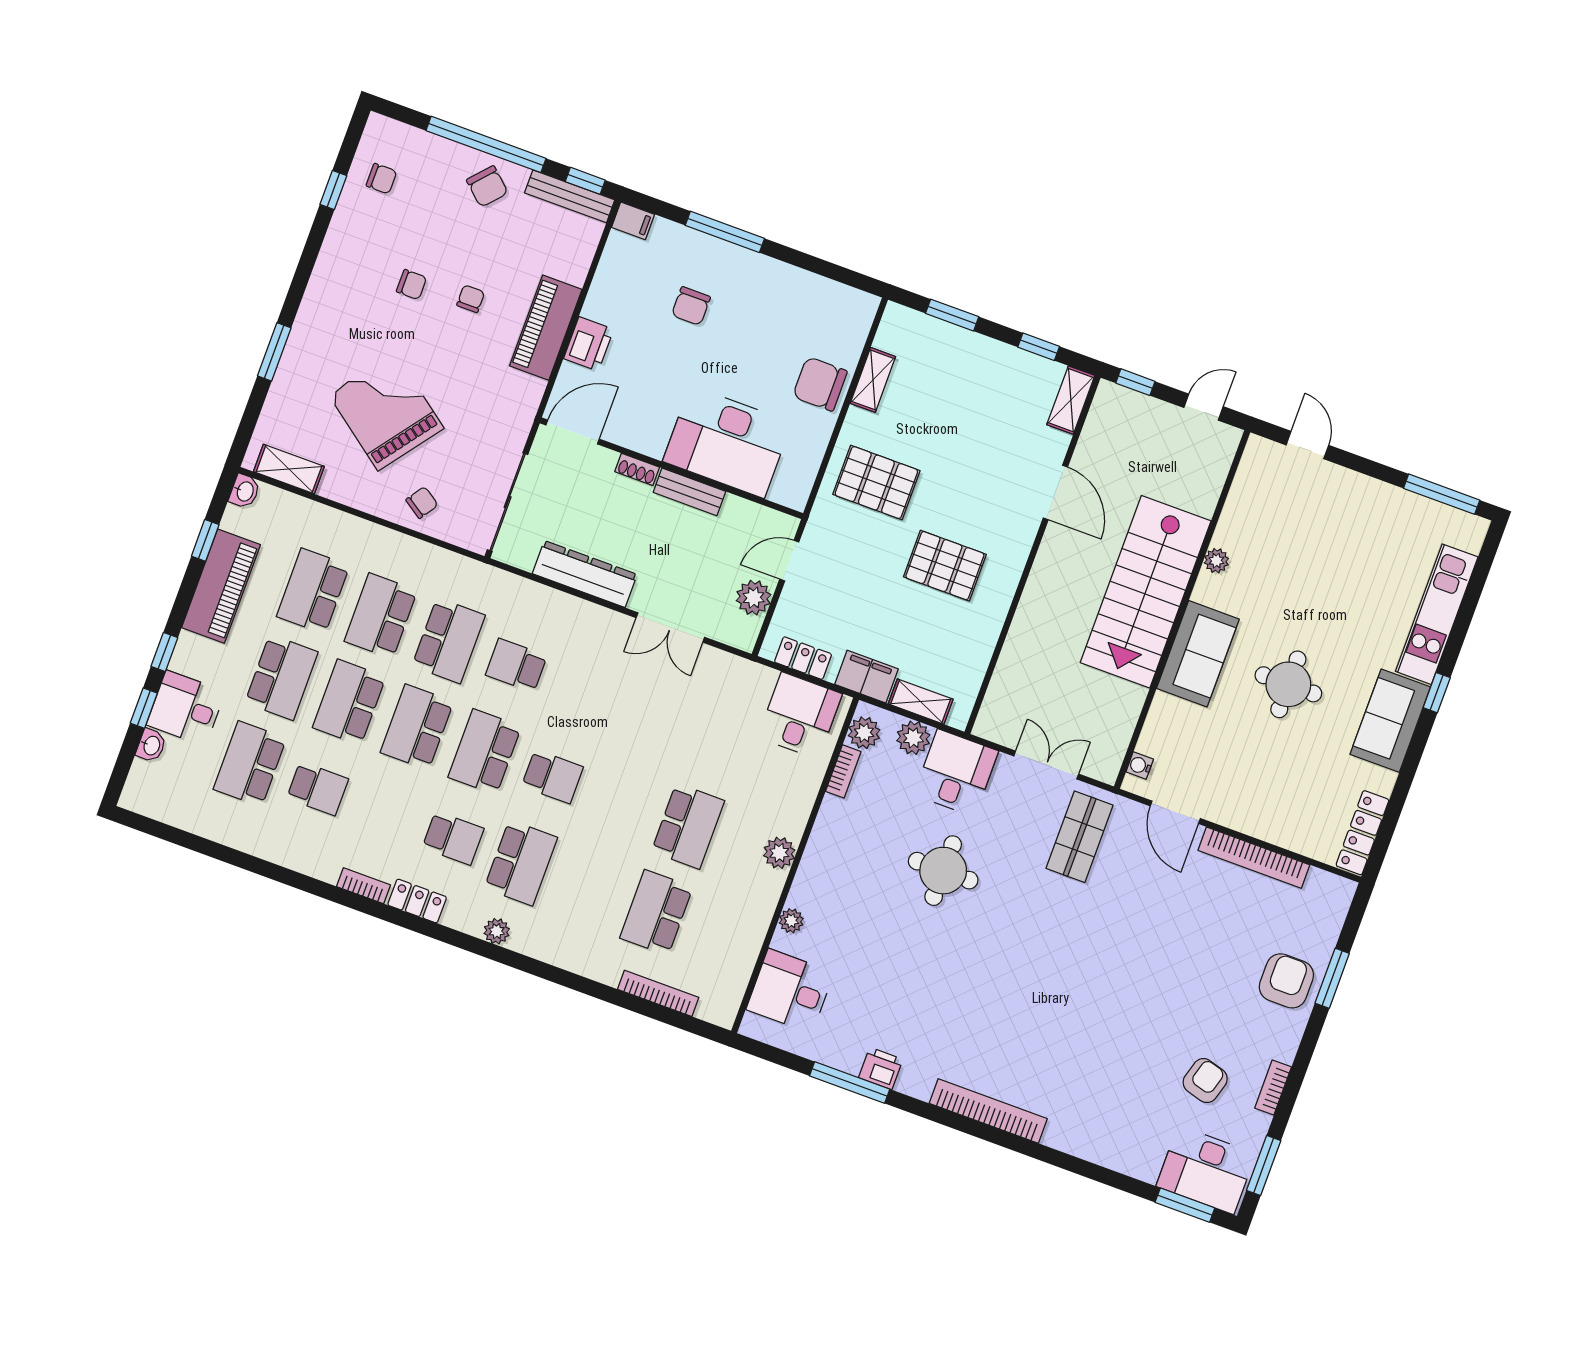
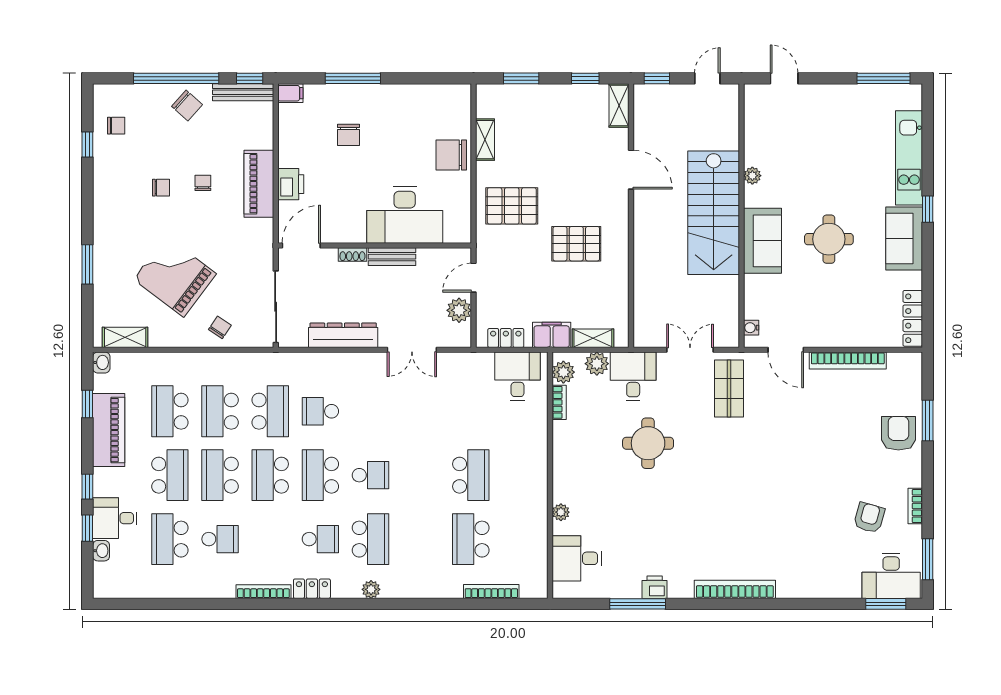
plant: (779, 853) -> (537, 471), removed
bookcase: (364, 886) -> (263, 592), width x1.56

